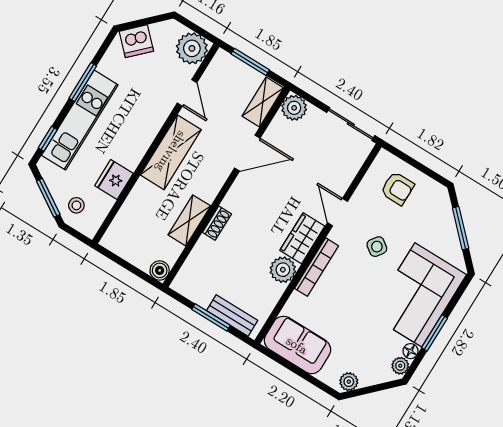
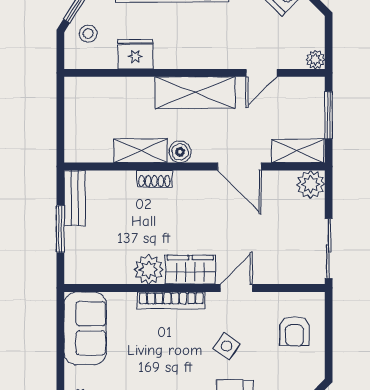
plant: (192, 48) -> (315, 60), width x0.53, depth x0.53
boiler: (160, 270) -> (180, 152), moved
bench: (232, 316) -> (75, 198), moved

